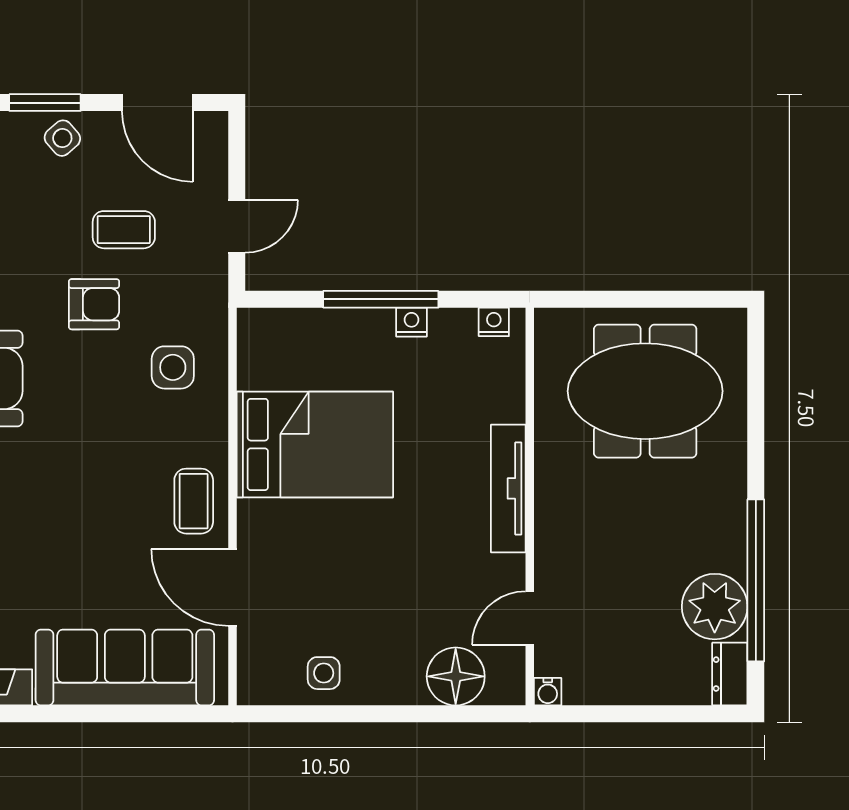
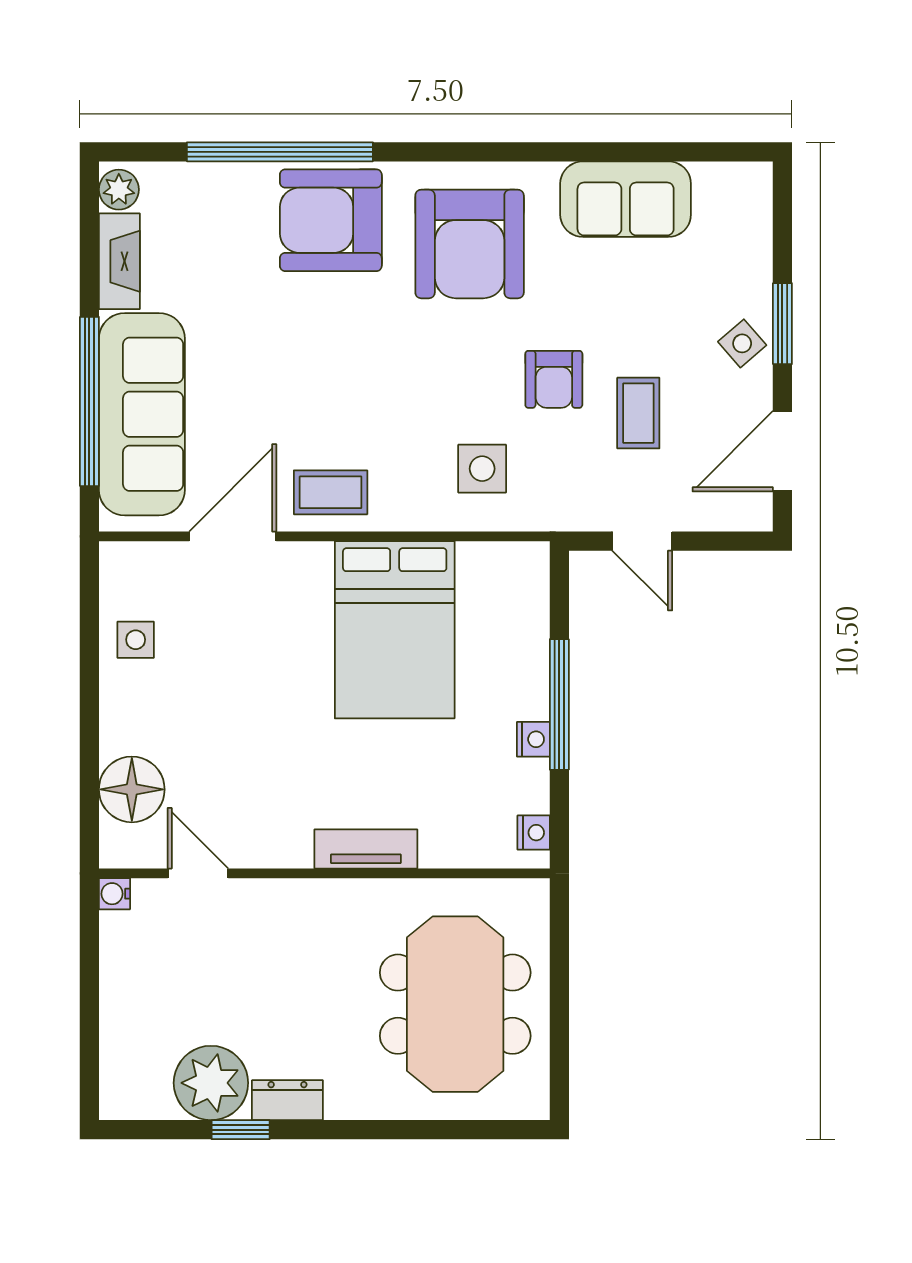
tv unit: (508, 488) -> (366, 849), width x0.71
window: (756, 580) -> (241, 1130), width x0.32
dresser: (730, 674) -> (287, 1100), moved
window: (114, 714) -> (89, 401), added

